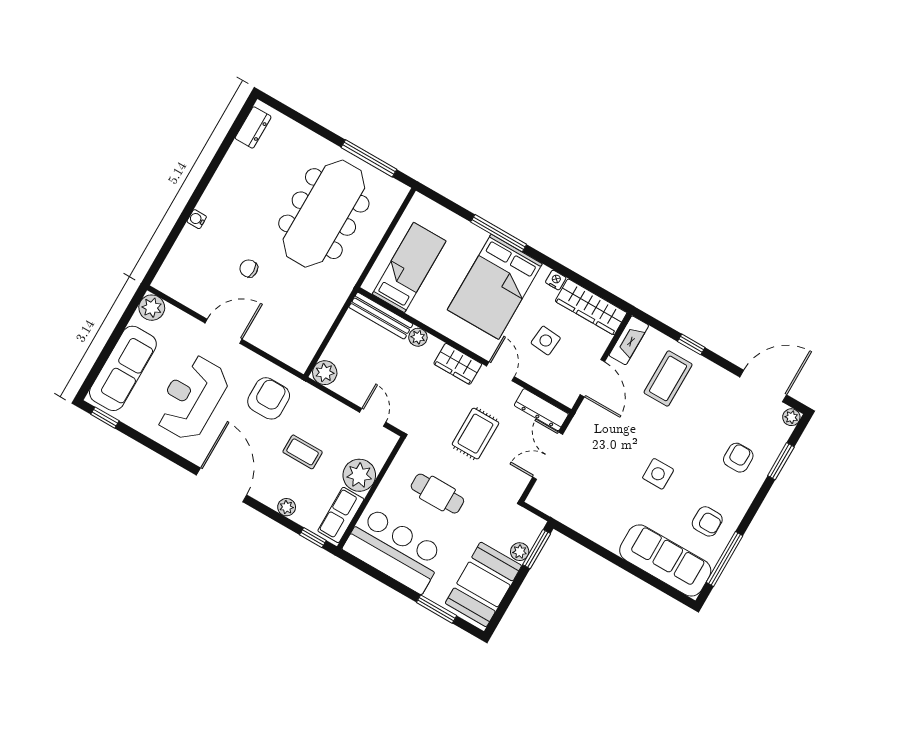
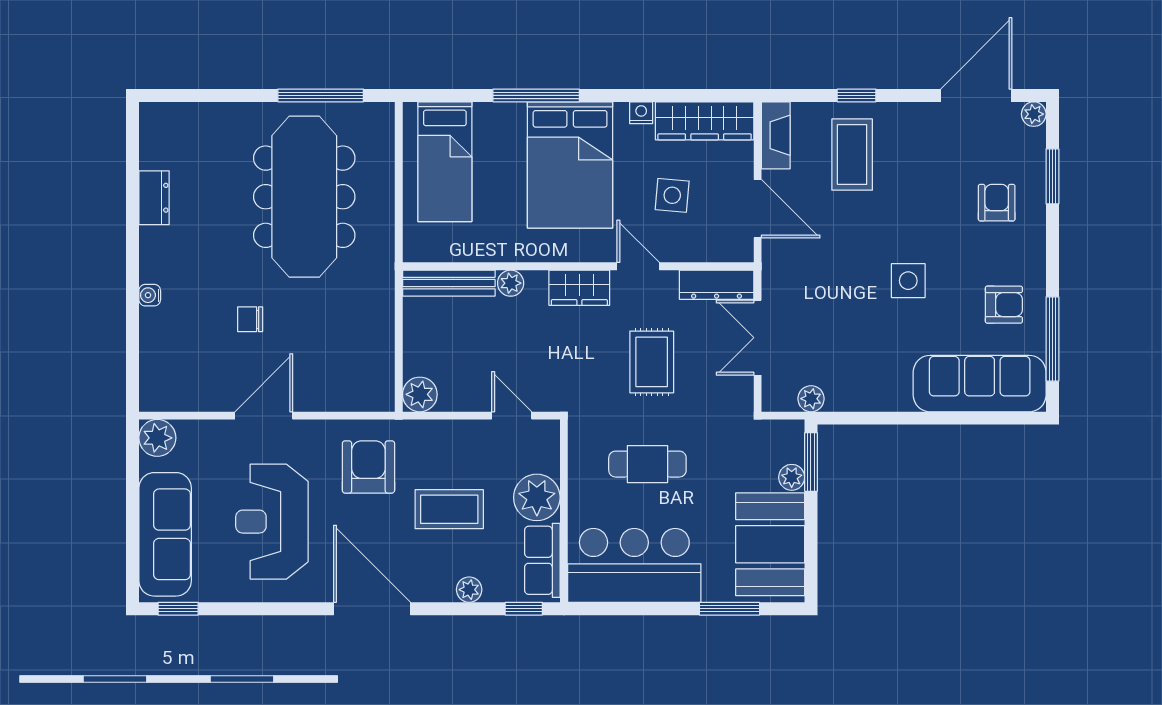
dresser: (253, 127) -> (154, 198), moved
bed: (409, 267) -> (445, 162), moved, turned 180
coffee table: (303, 452) -> (449, 509), width x1.36, depth x1.30
plant: (559, 511) -> (811, 399), added

